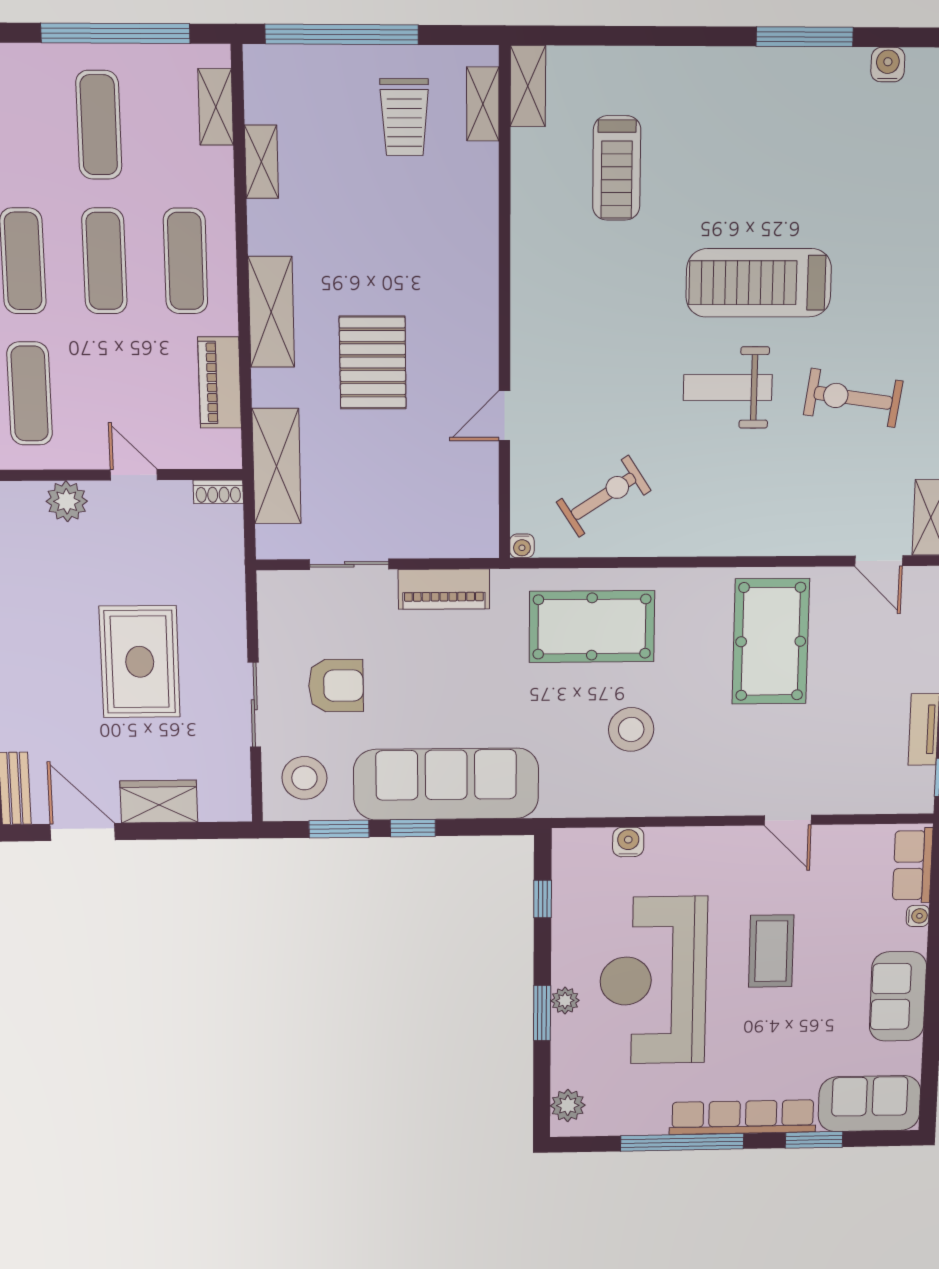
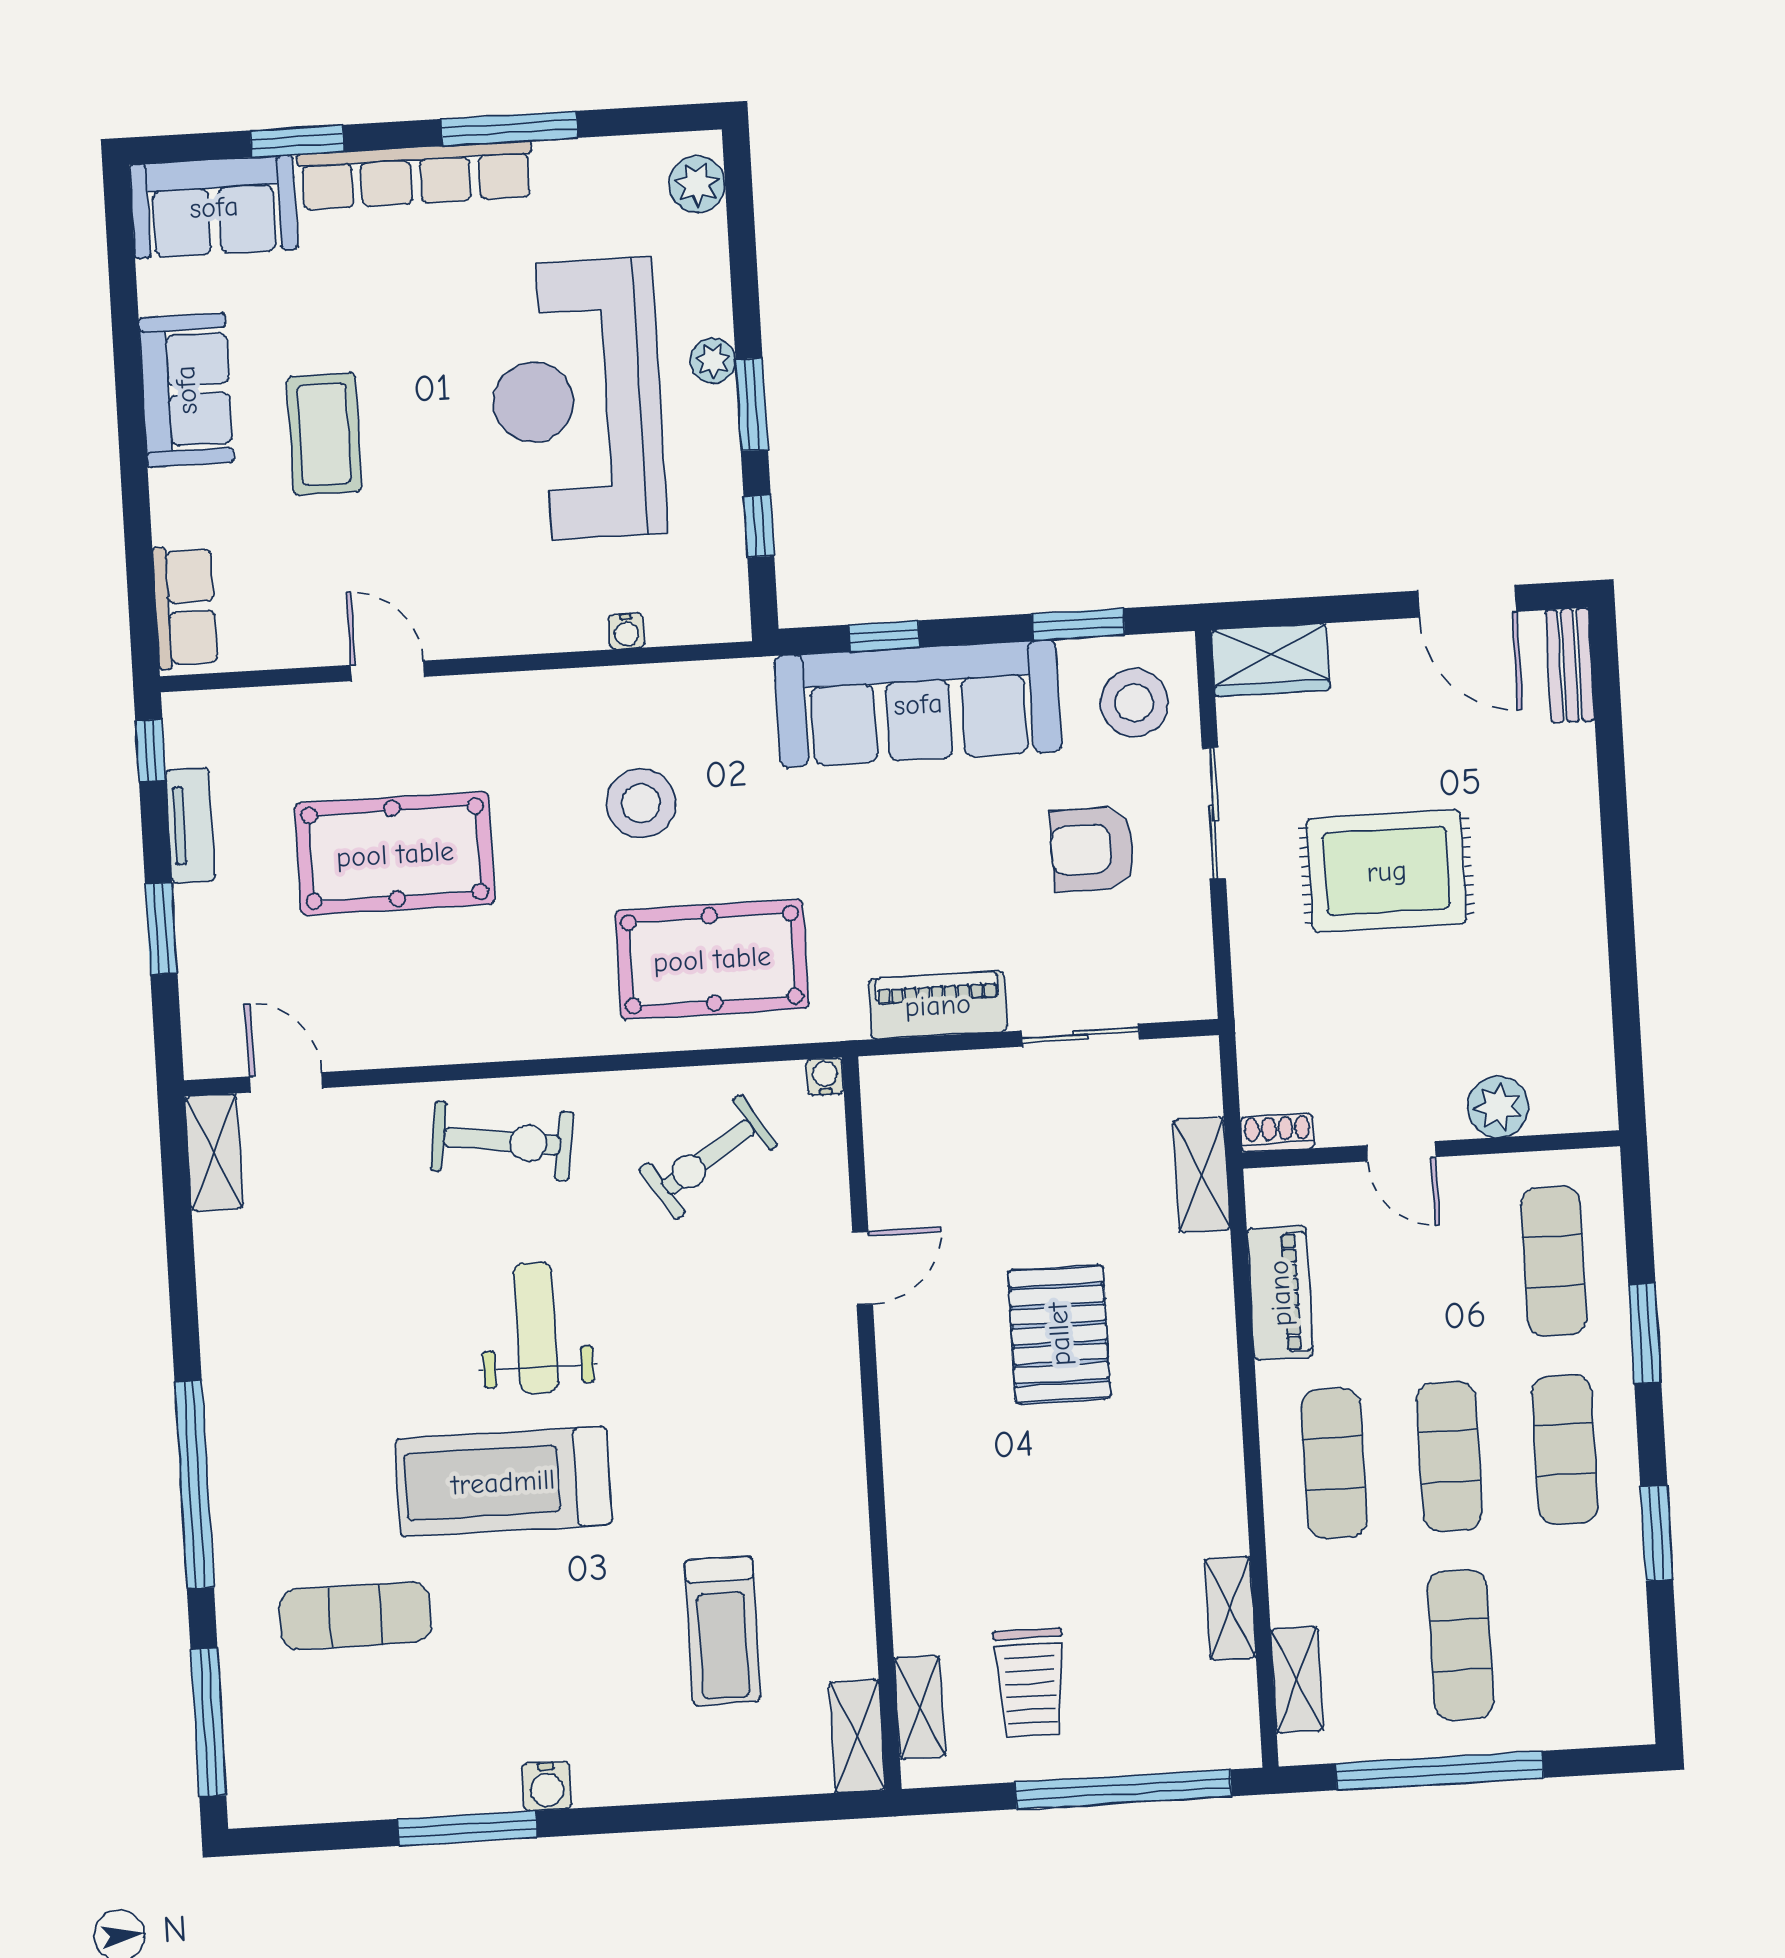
water cooler: (888, 64) -> (547, 1786), moved
trolley: (404, 117) -> (1030, 1682), turned 180
treadmill: (617, 168) -> (723, 1631), turned 180
exercise mat: (868, 195) -> (355, 1616), added
treadmill: (759, 283) -> (503, 1482), turned 180
shelving: (271, 312) -> (1209, 1398), removed
weight bench: (728, 388) -> (536, 1328), turned -90
exercise bike: (853, 398) -> (502, 1141), moved
shelving: (277, 466) -> (1202, 1175), width x0.67, depth x0.75
pool table: (771, 642) -> (395, 854), moved, turned 90
rug: (140, 662) -> (1387, 871), turned 90
wardrobe: (159, 802) -> (1270, 660), moved
window: (413, 828) -> (884, 636), moved
water cooler: (628, 842) -> (626, 631), width x0.72, depth x0.72
water cooler: (918, 916) -> (168, 525), removed
coffee table: (771, 951) -> (324, 434), moved
reception desk: (653, 981) -> (577, 400), turned 180
window: (542, 1013) -> (752, 405), moved
window: (682, 1142) -> (509, 128), width x0.68

